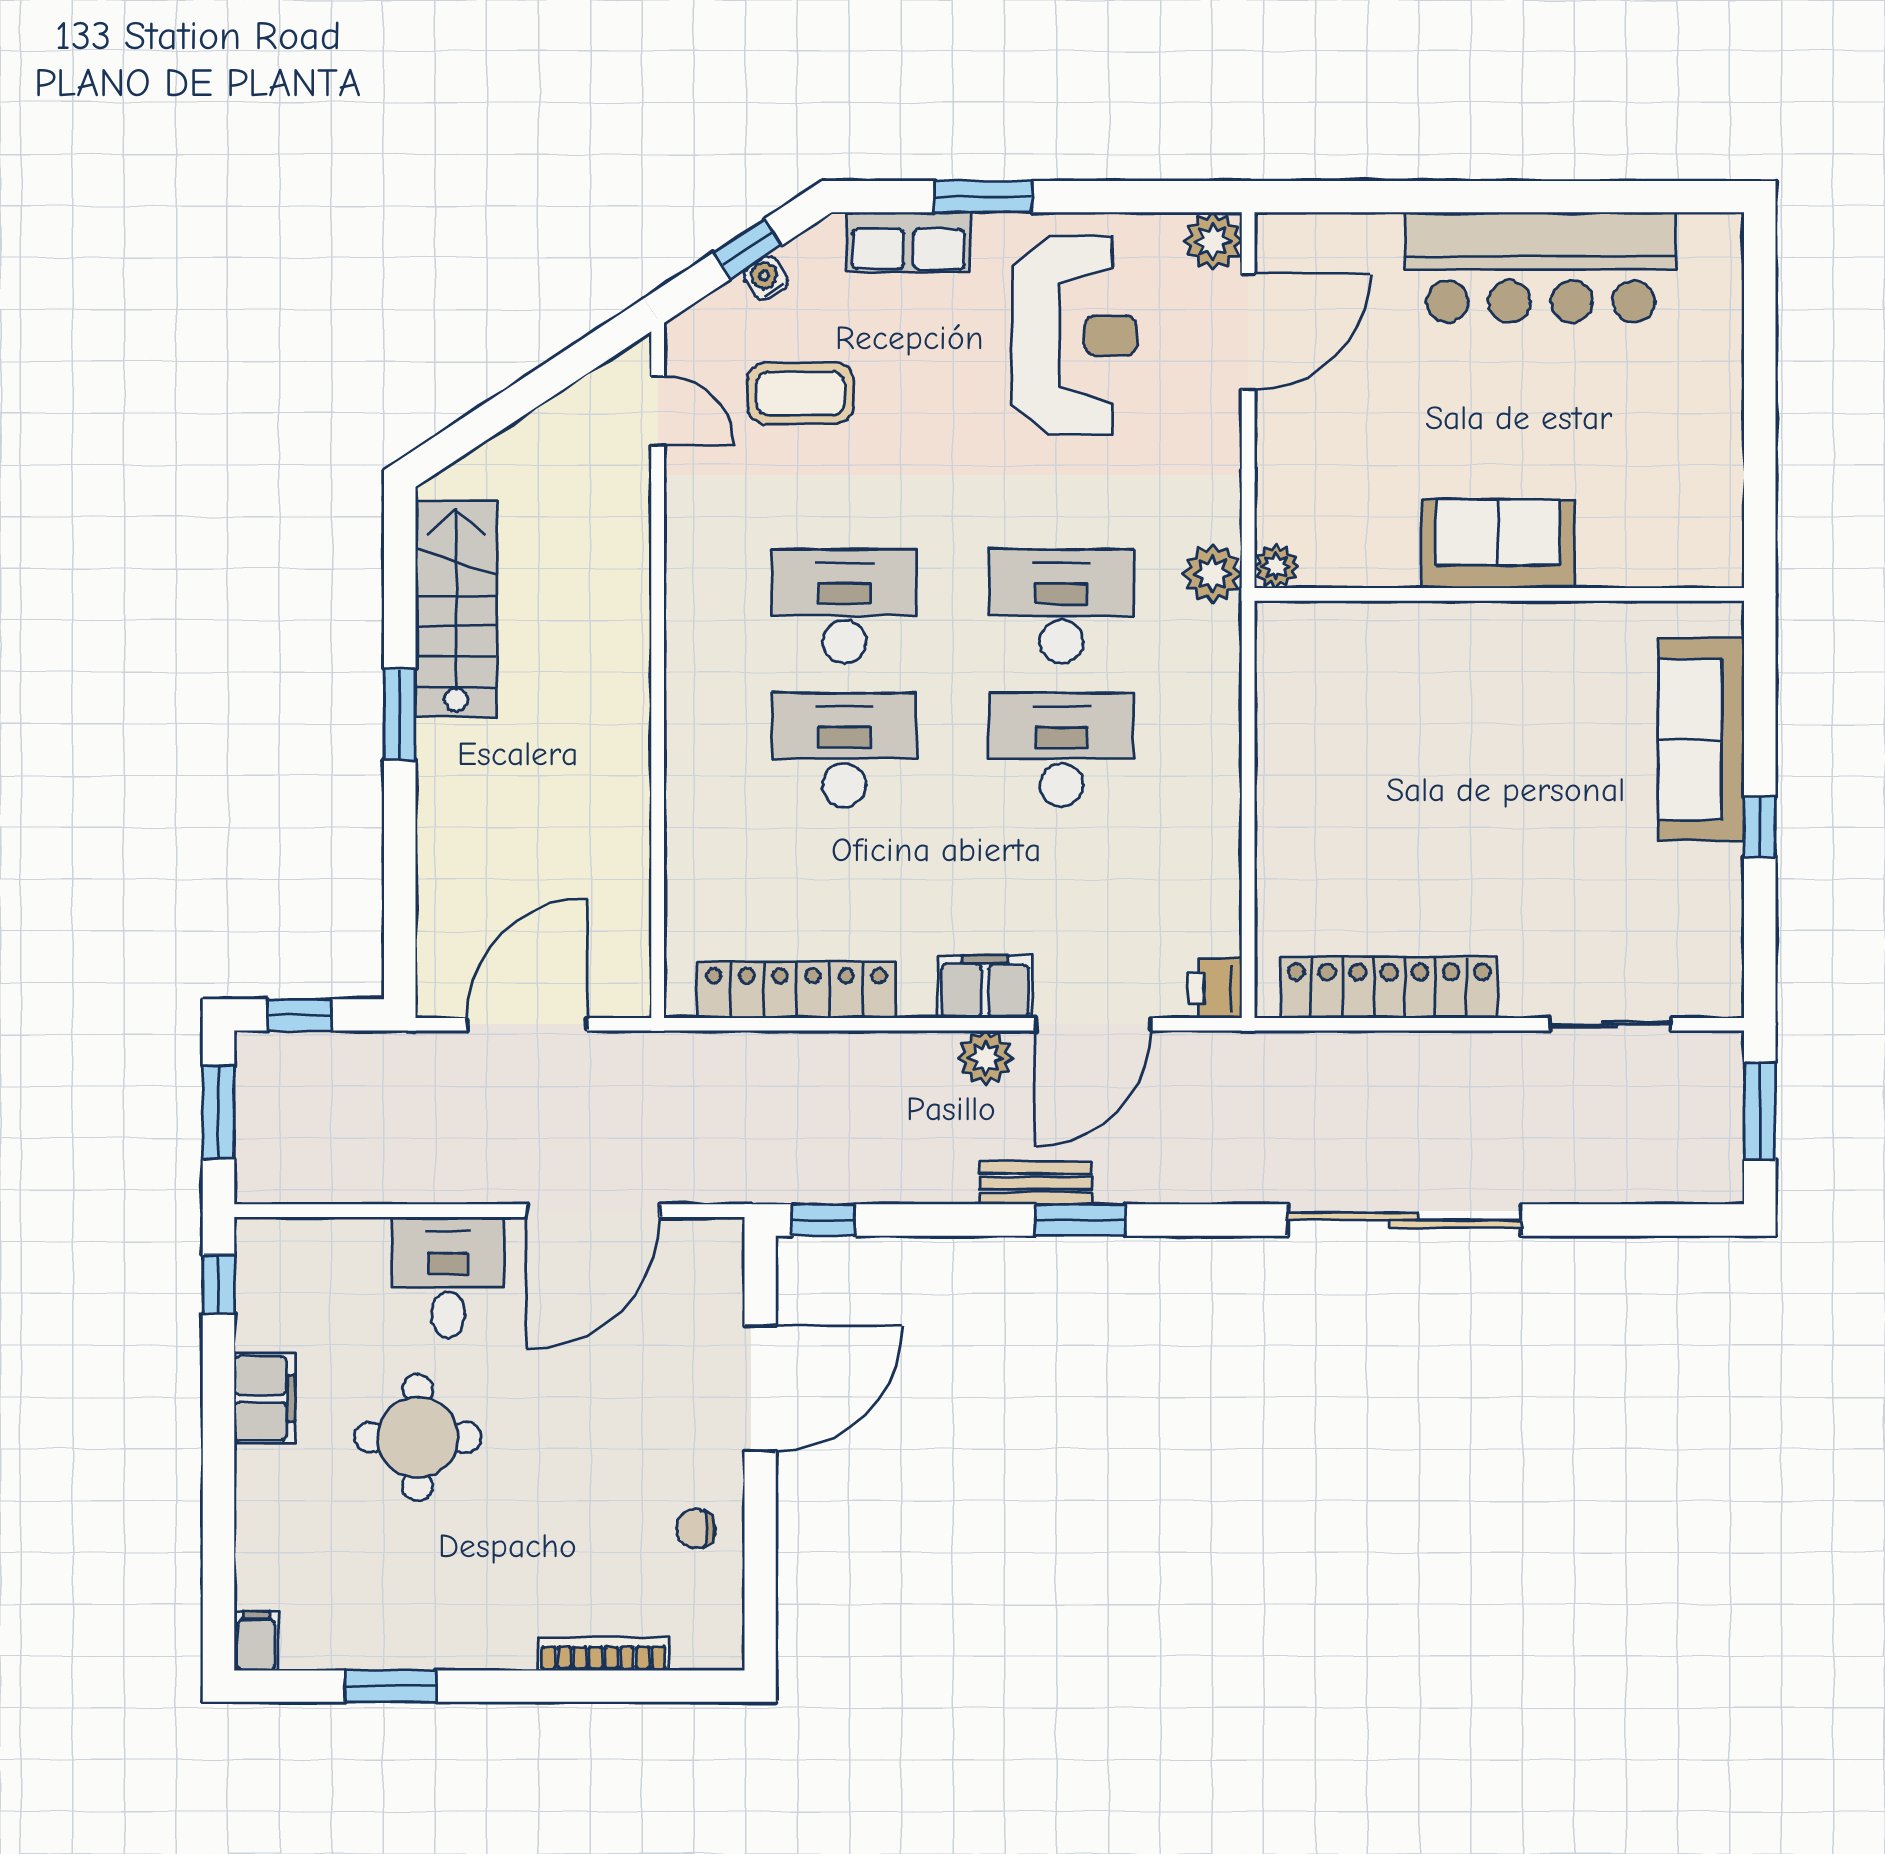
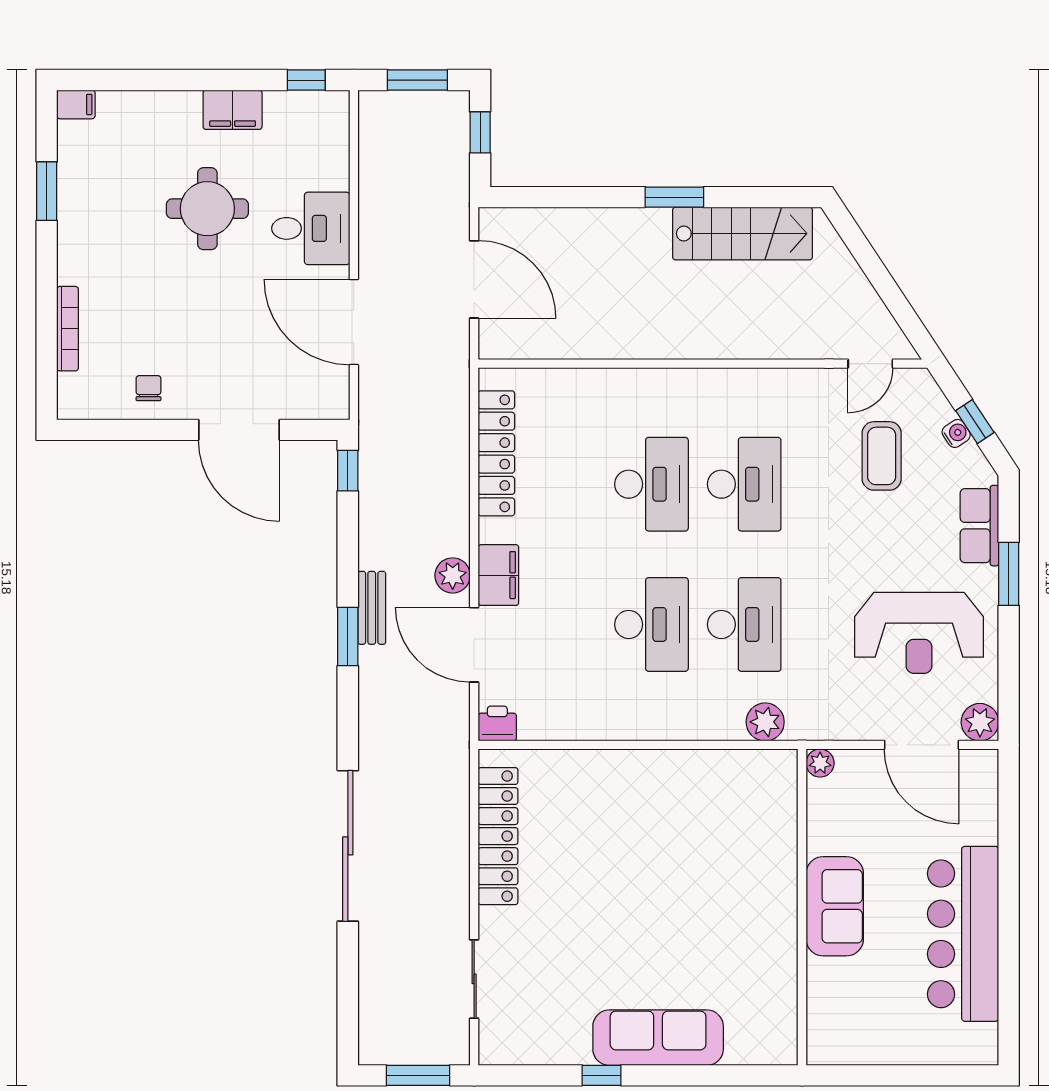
sofa: (1498, 544) -> (835, 906), moved
plant: (1276, 566) -> (820, 763), moved
wall: (1499, 594) -> (802, 907), moved

